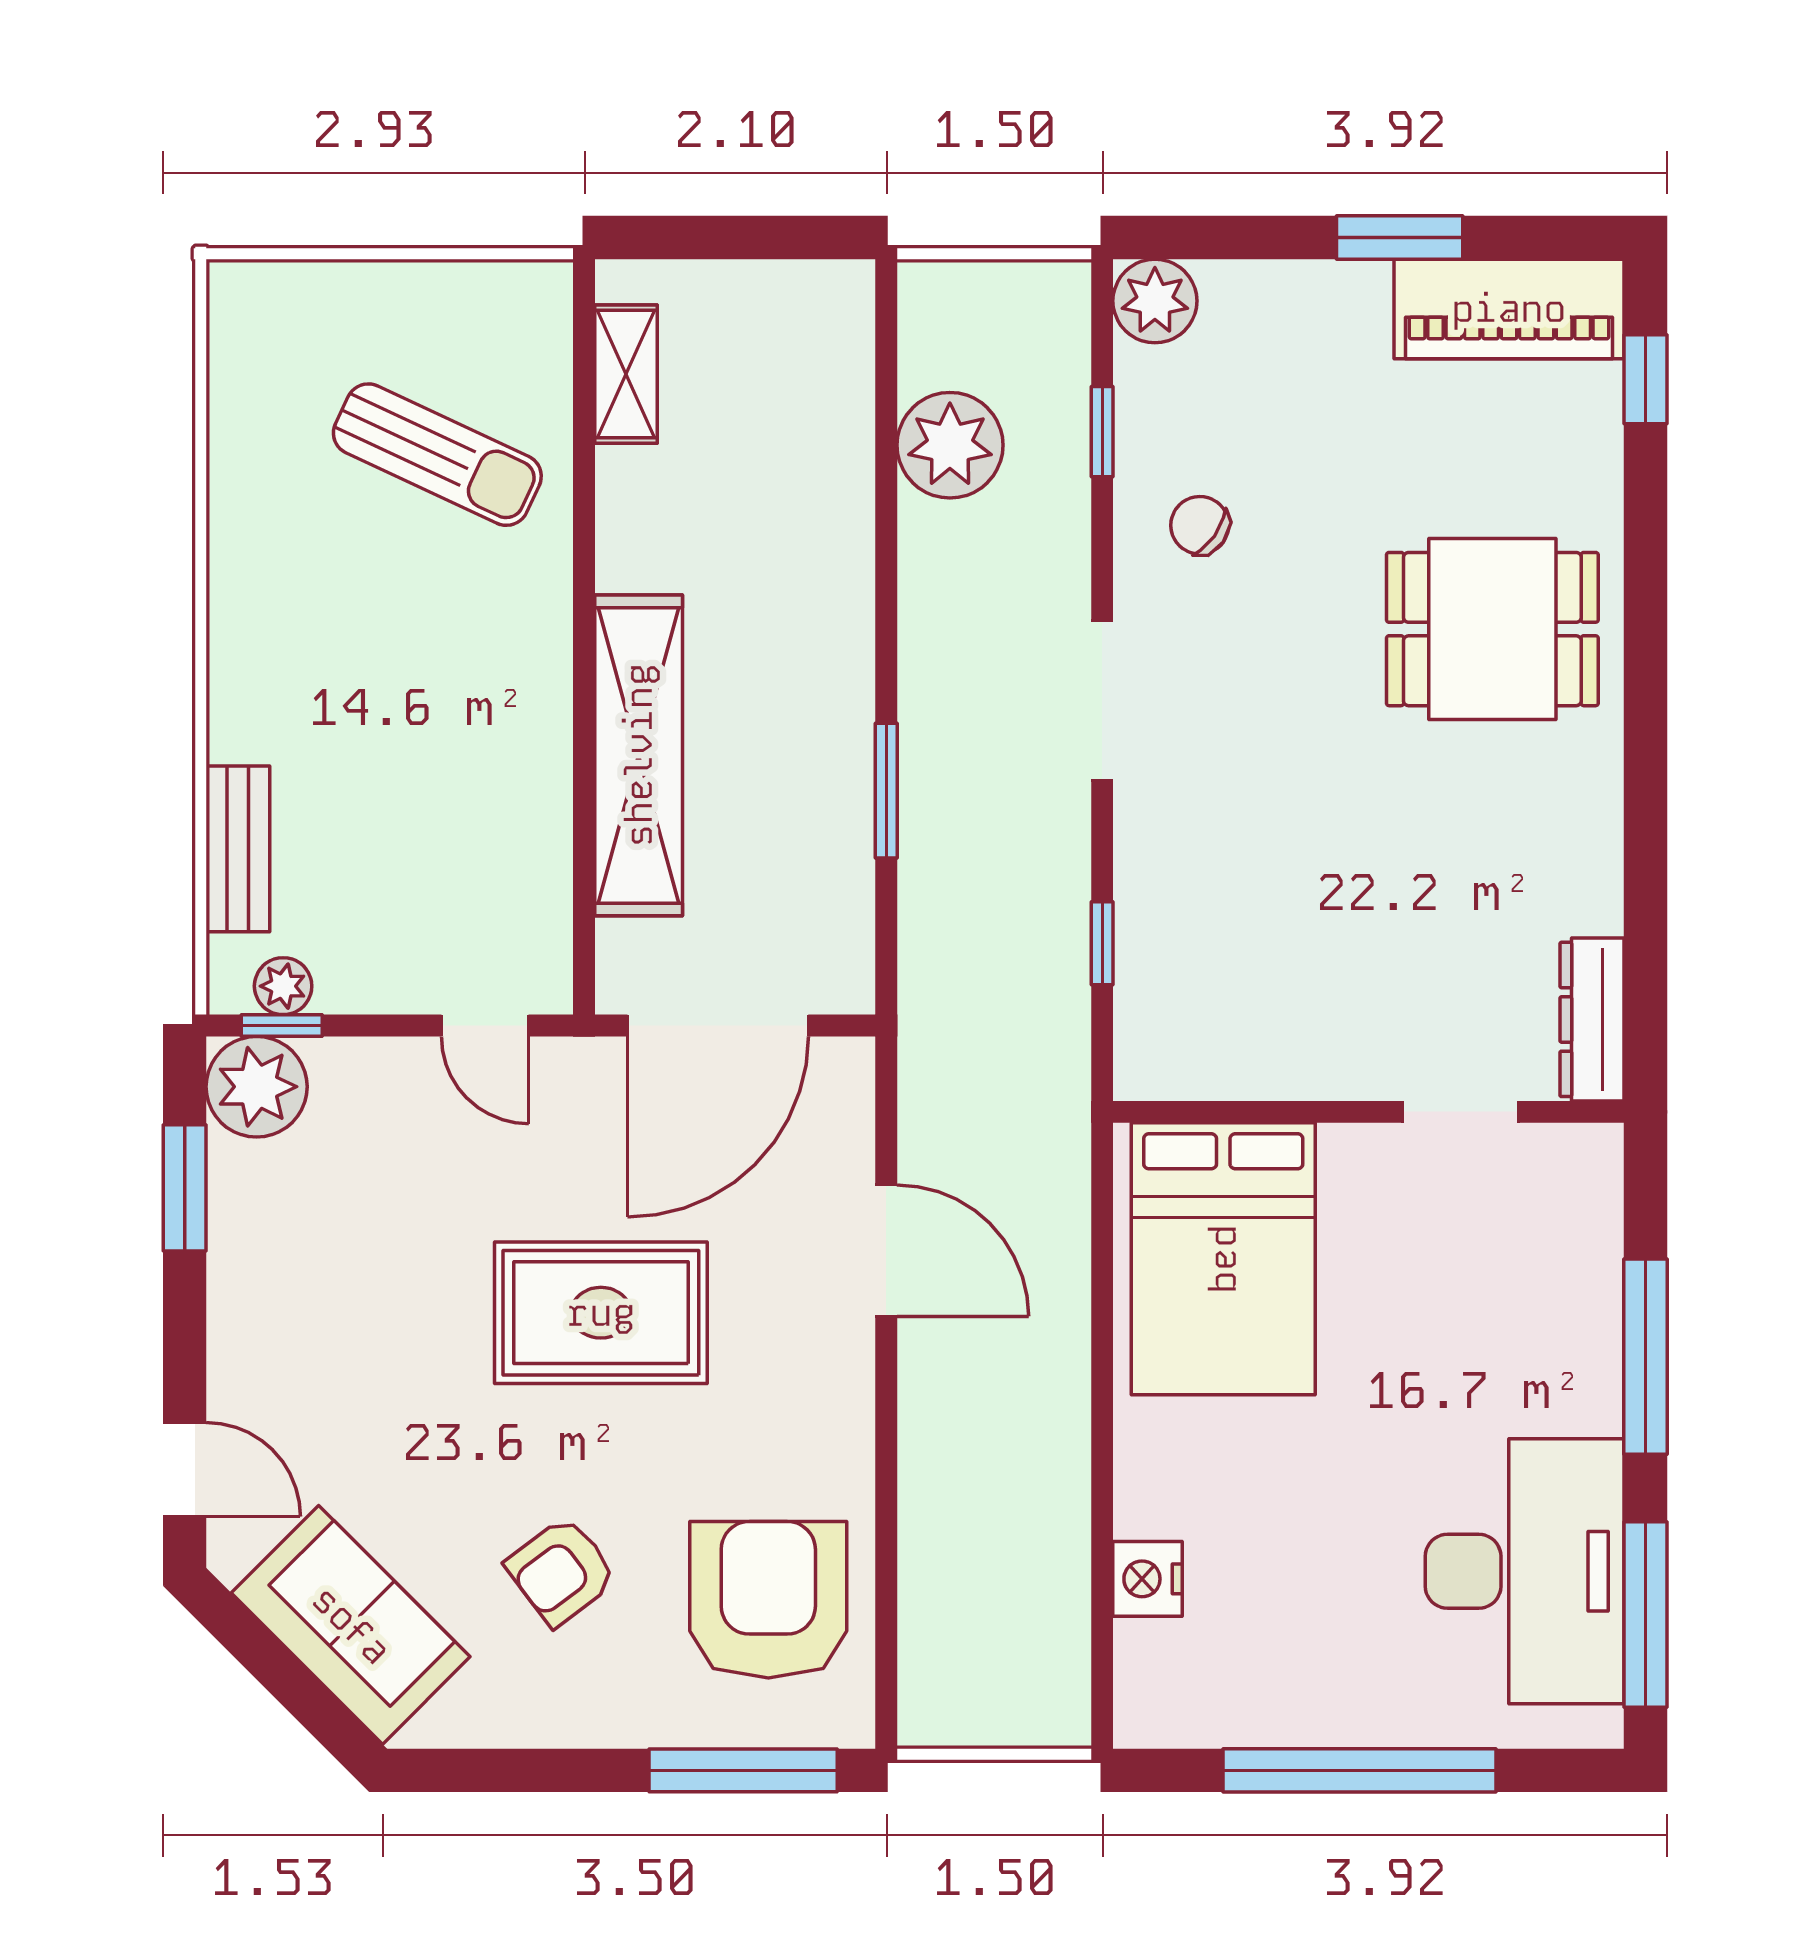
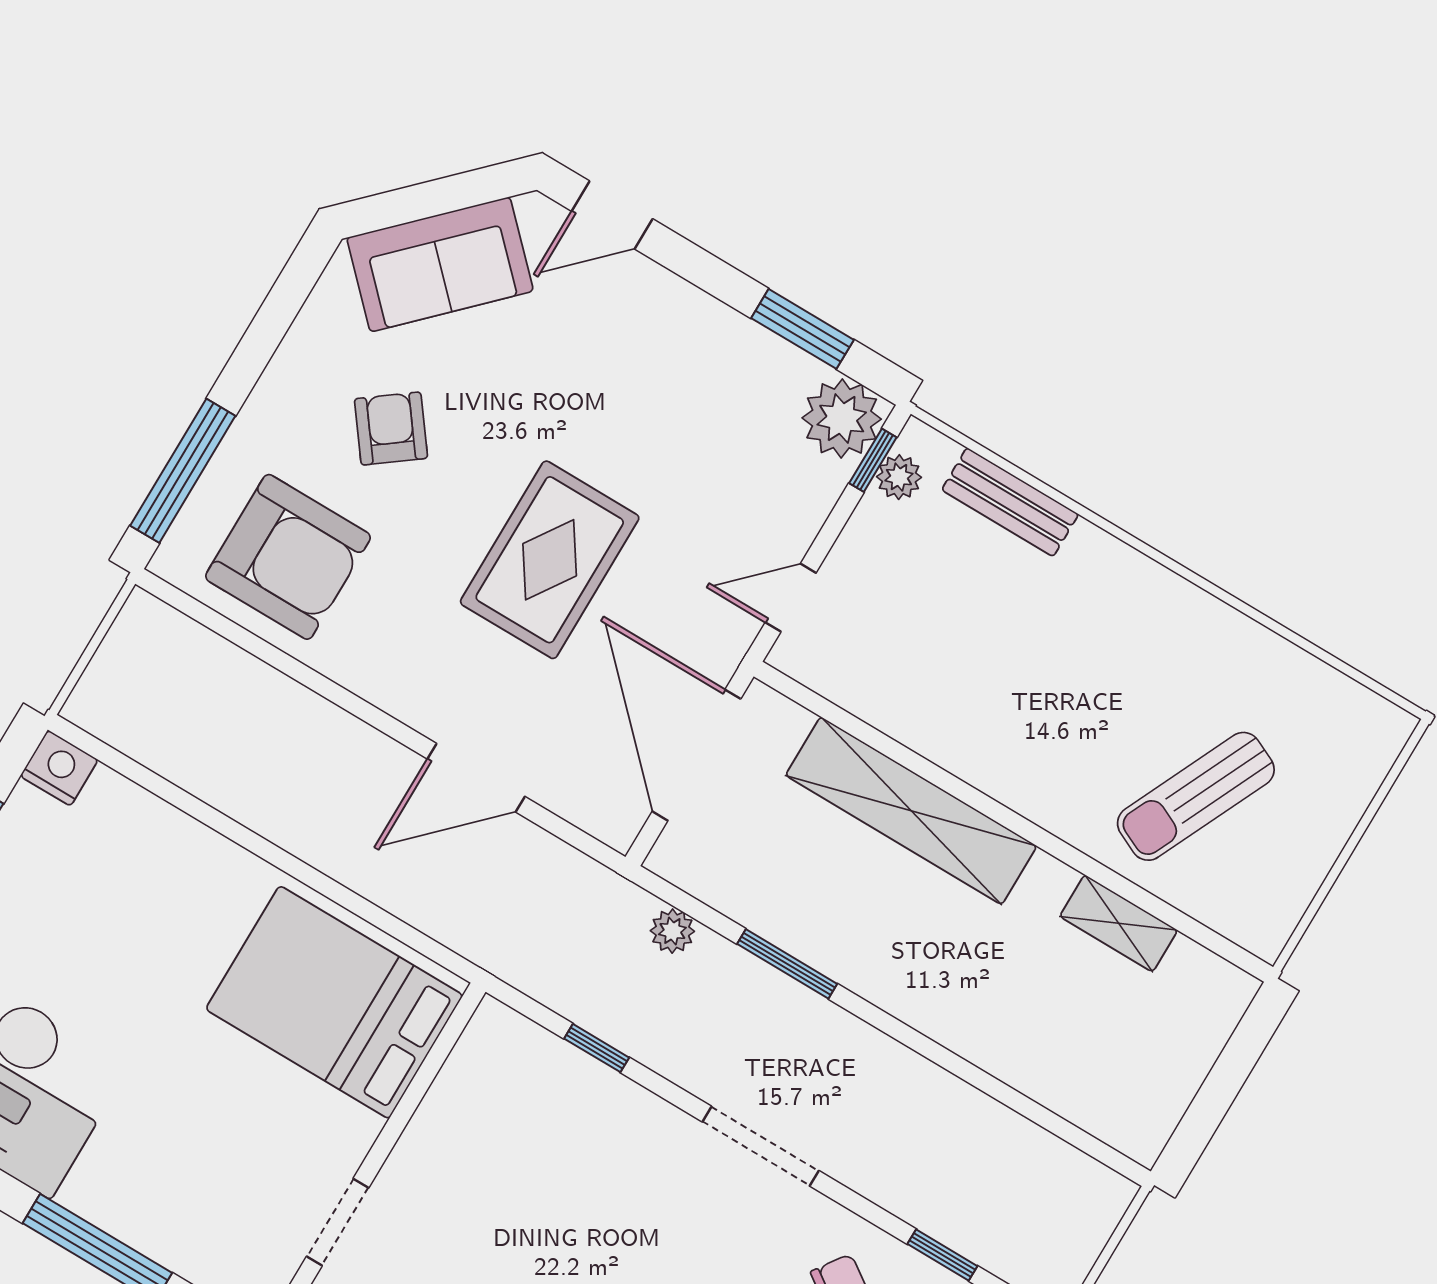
shelving: (626, 374) -> (1119, 923), moved
plant: (950, 445) -> (672, 931), moved, width x0.53, depth x0.53
nightstand: (1148, 1579) -> (59, 768), moved

